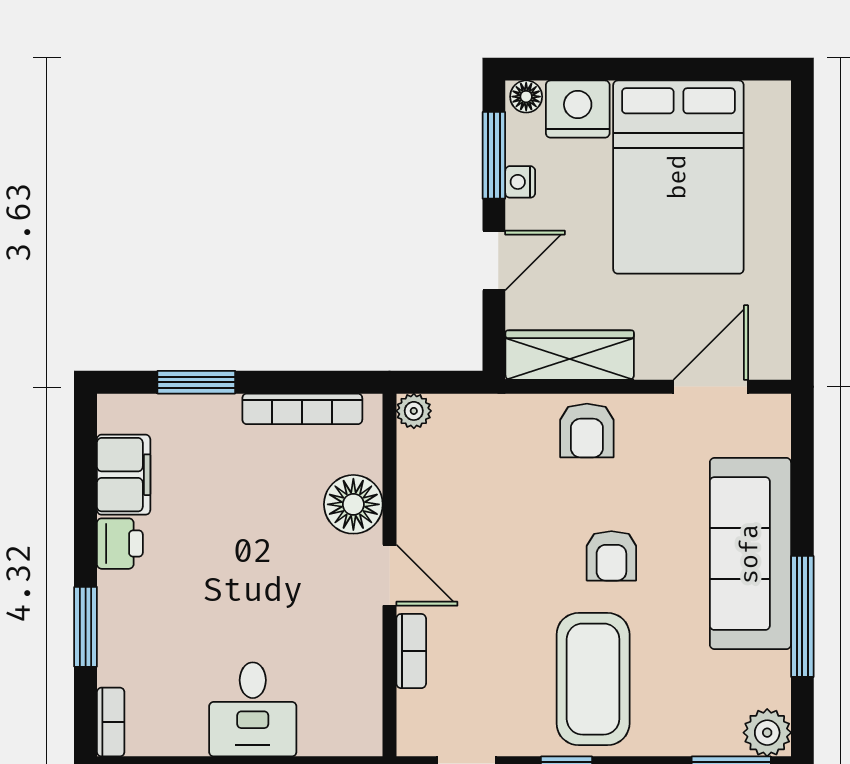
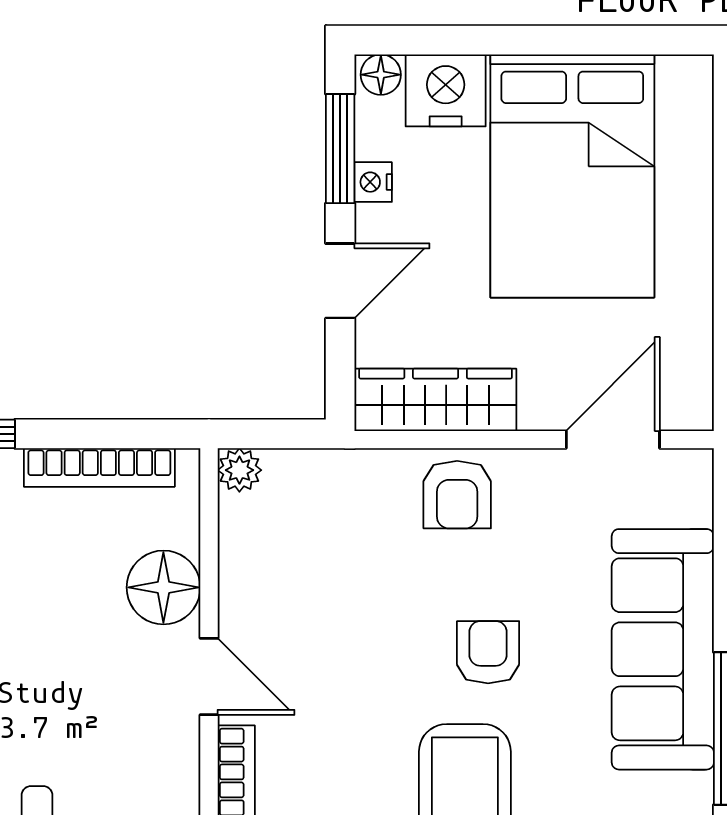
armchair: (611, 556) -> (488, 652), turned 180

